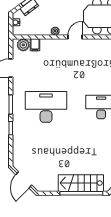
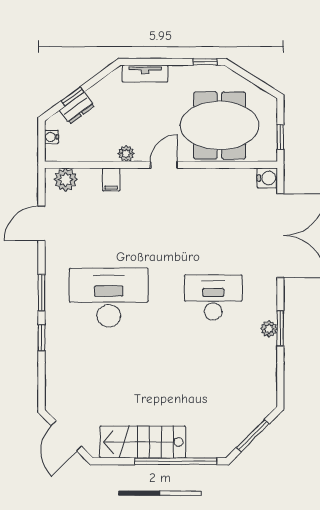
filing cabinet: (35, 45) -> (111, 179), moved
stairs: (81, 183) -> (143, 442), moved

